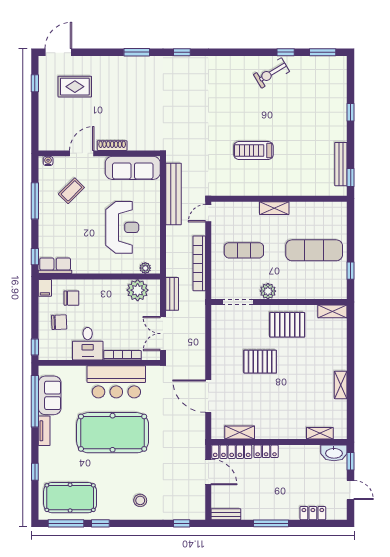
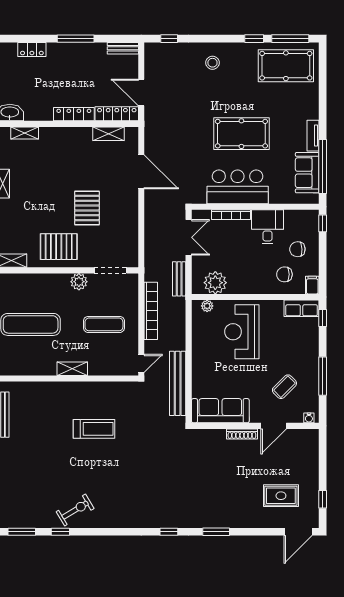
reception desk: (122, 227) -> (242, 332), moved
pallet: (260, 362) -> (87, 208), turned 90
pool table: (113, 433) -> (241, 134), width x0.73, depth x0.76
locker: (266, 451) -> (74, 114), width x1.53
window: (35, 472) -> (323, 93), removed

